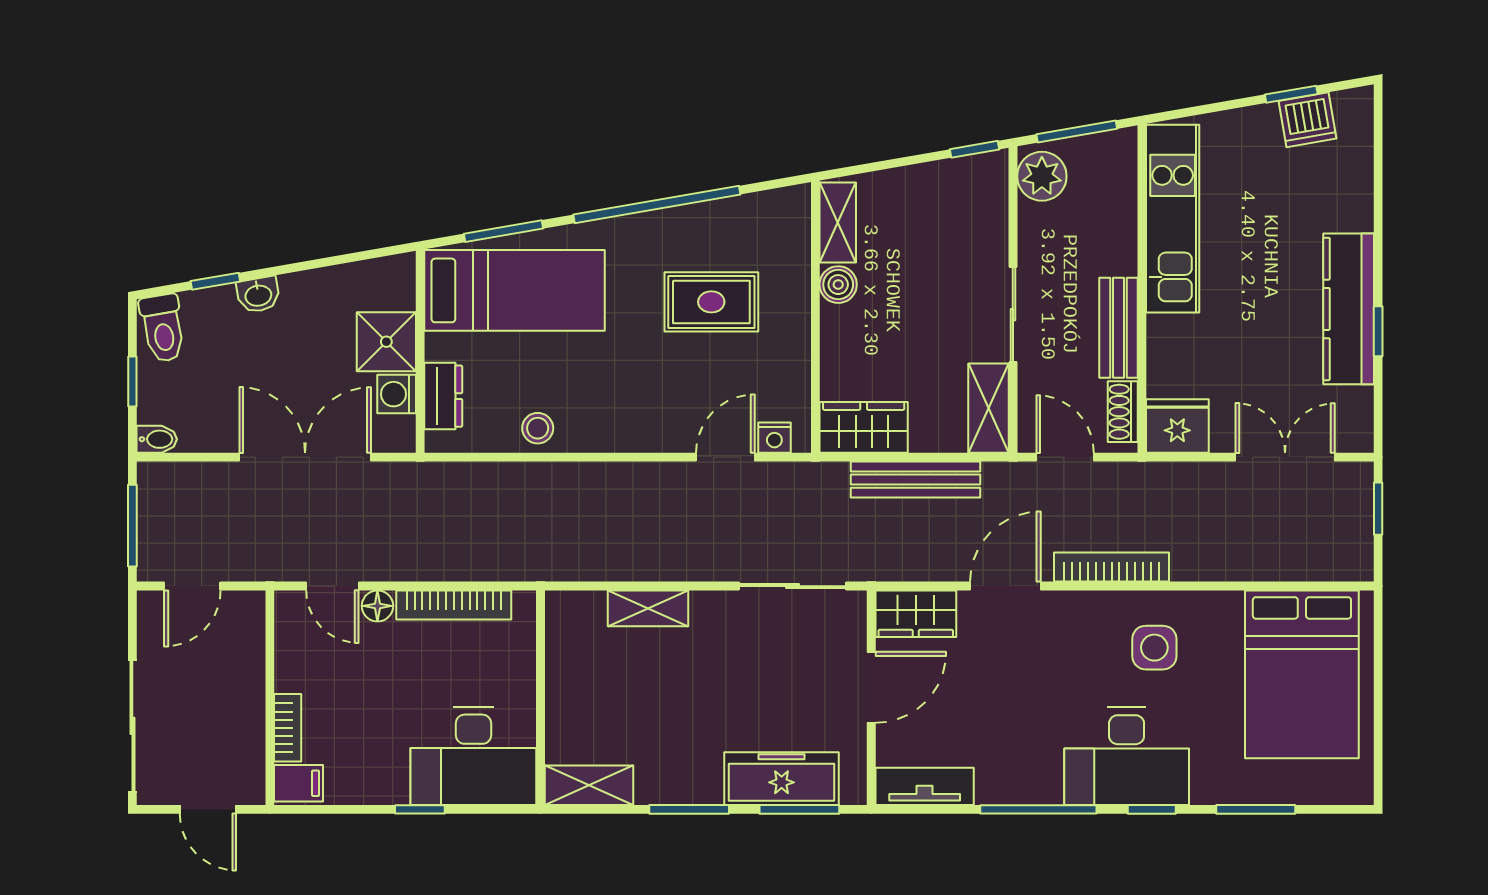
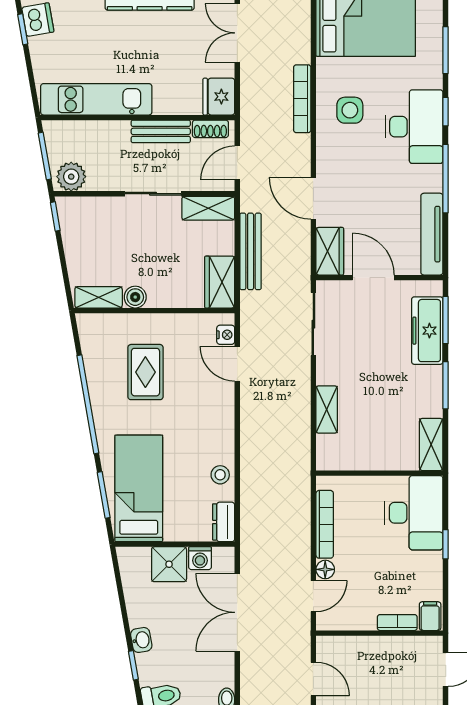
dresser: (443, 396) -> (224, 522), moved, turned -90
bookcase: (1112, 567) -> (302, 99), moved
tv unit: (925, 786) -> (432, 234), width x1.41

